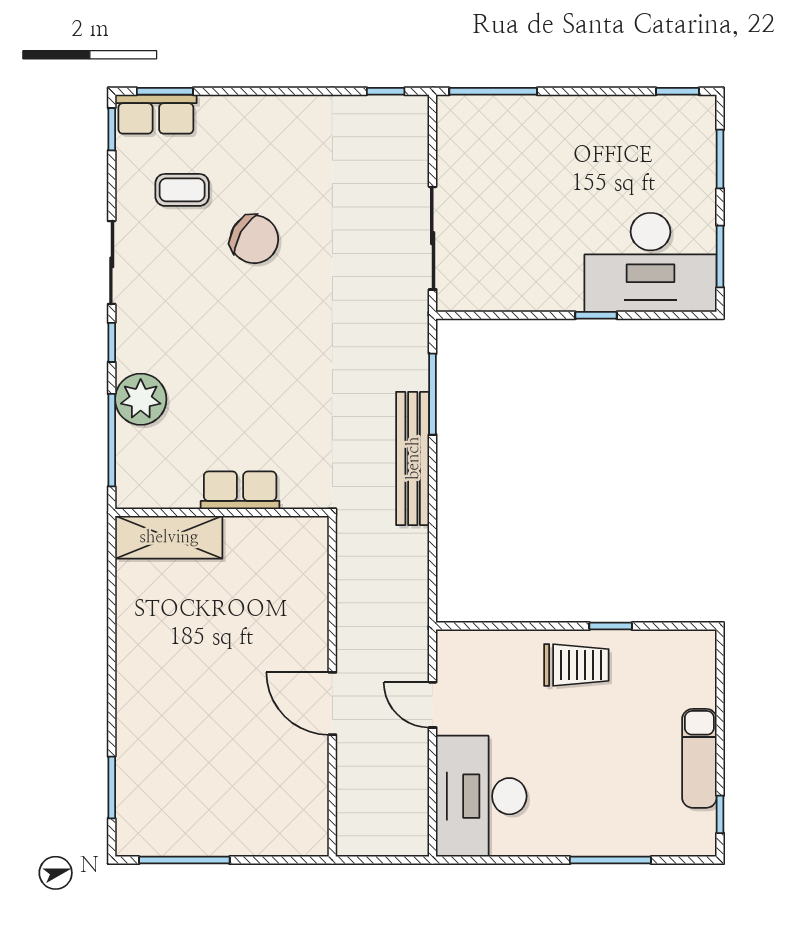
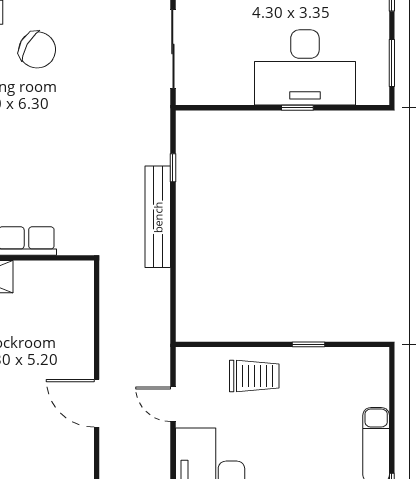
desk: (651, 262) -> (305, 67), moved
window: (433, 394) -> (173, 168), width x0.46
trolley: (576, 665) -> (254, 376), moved

